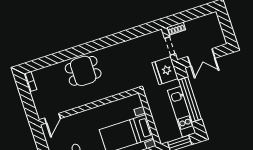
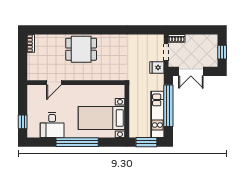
window: (227, 28) -> (222, 52), added
fridge: (165, 71) -> (157, 68), width x0.53, depth x0.75
door: (53, 118) -> (54, 83), moved

